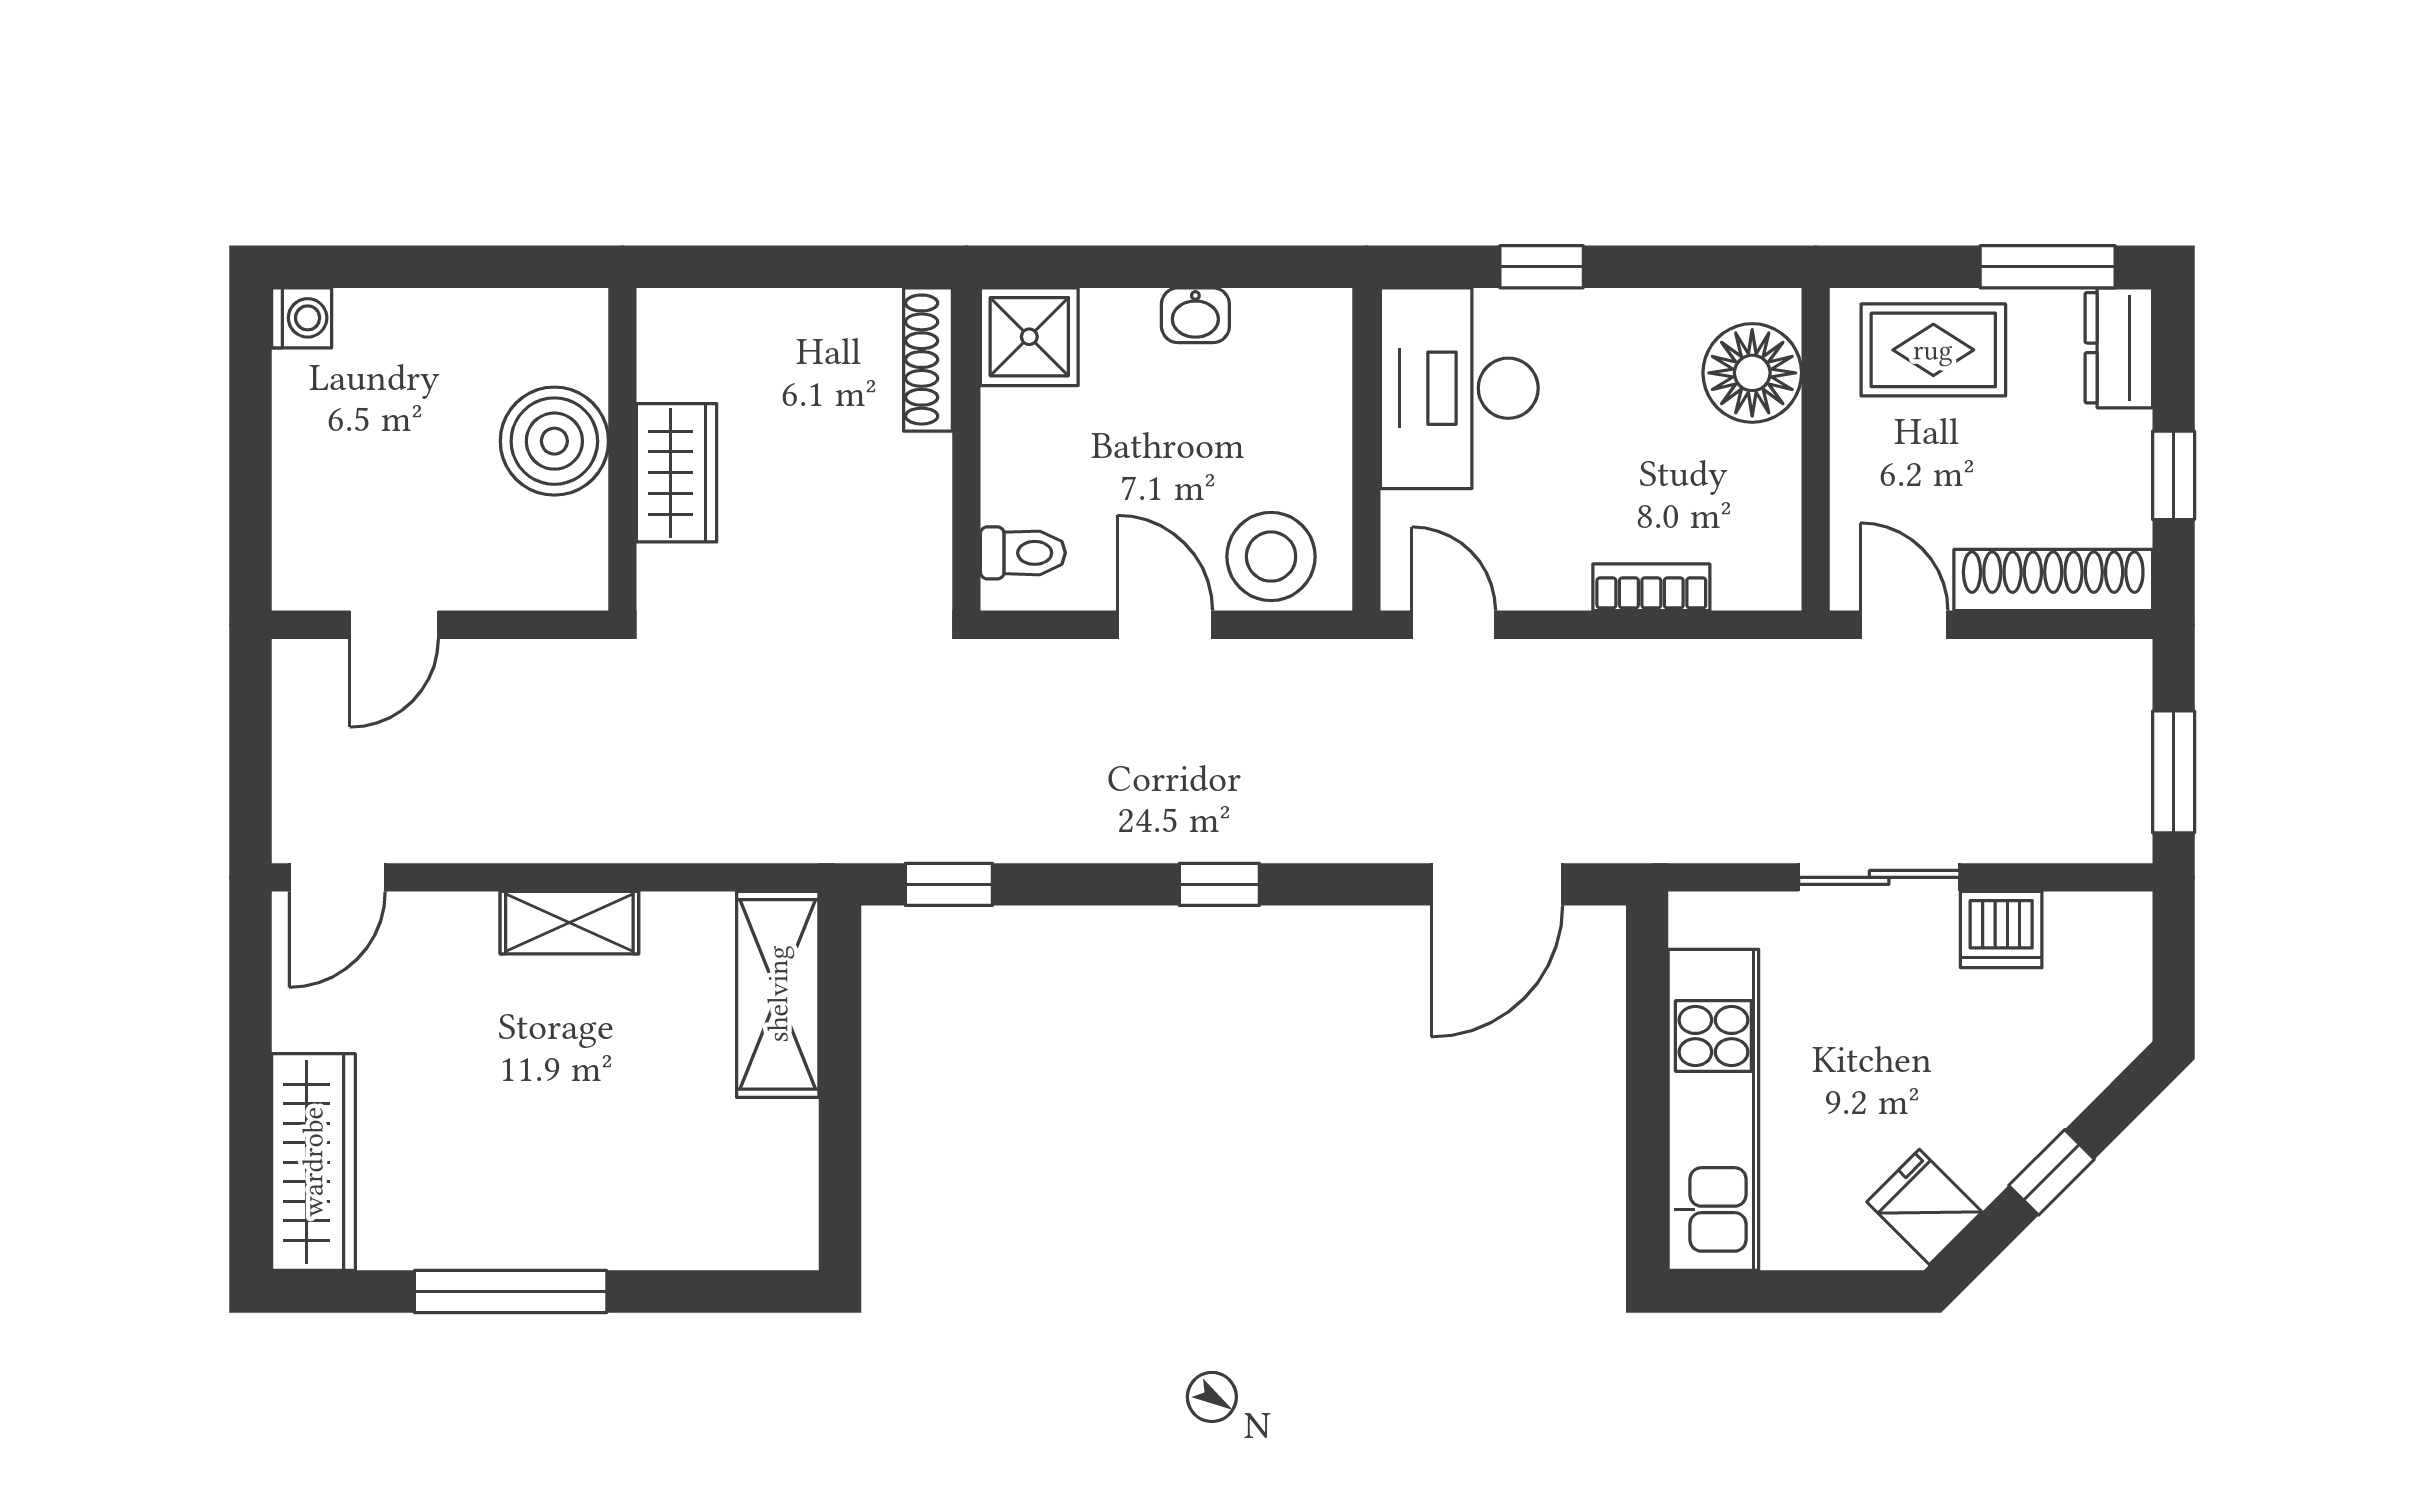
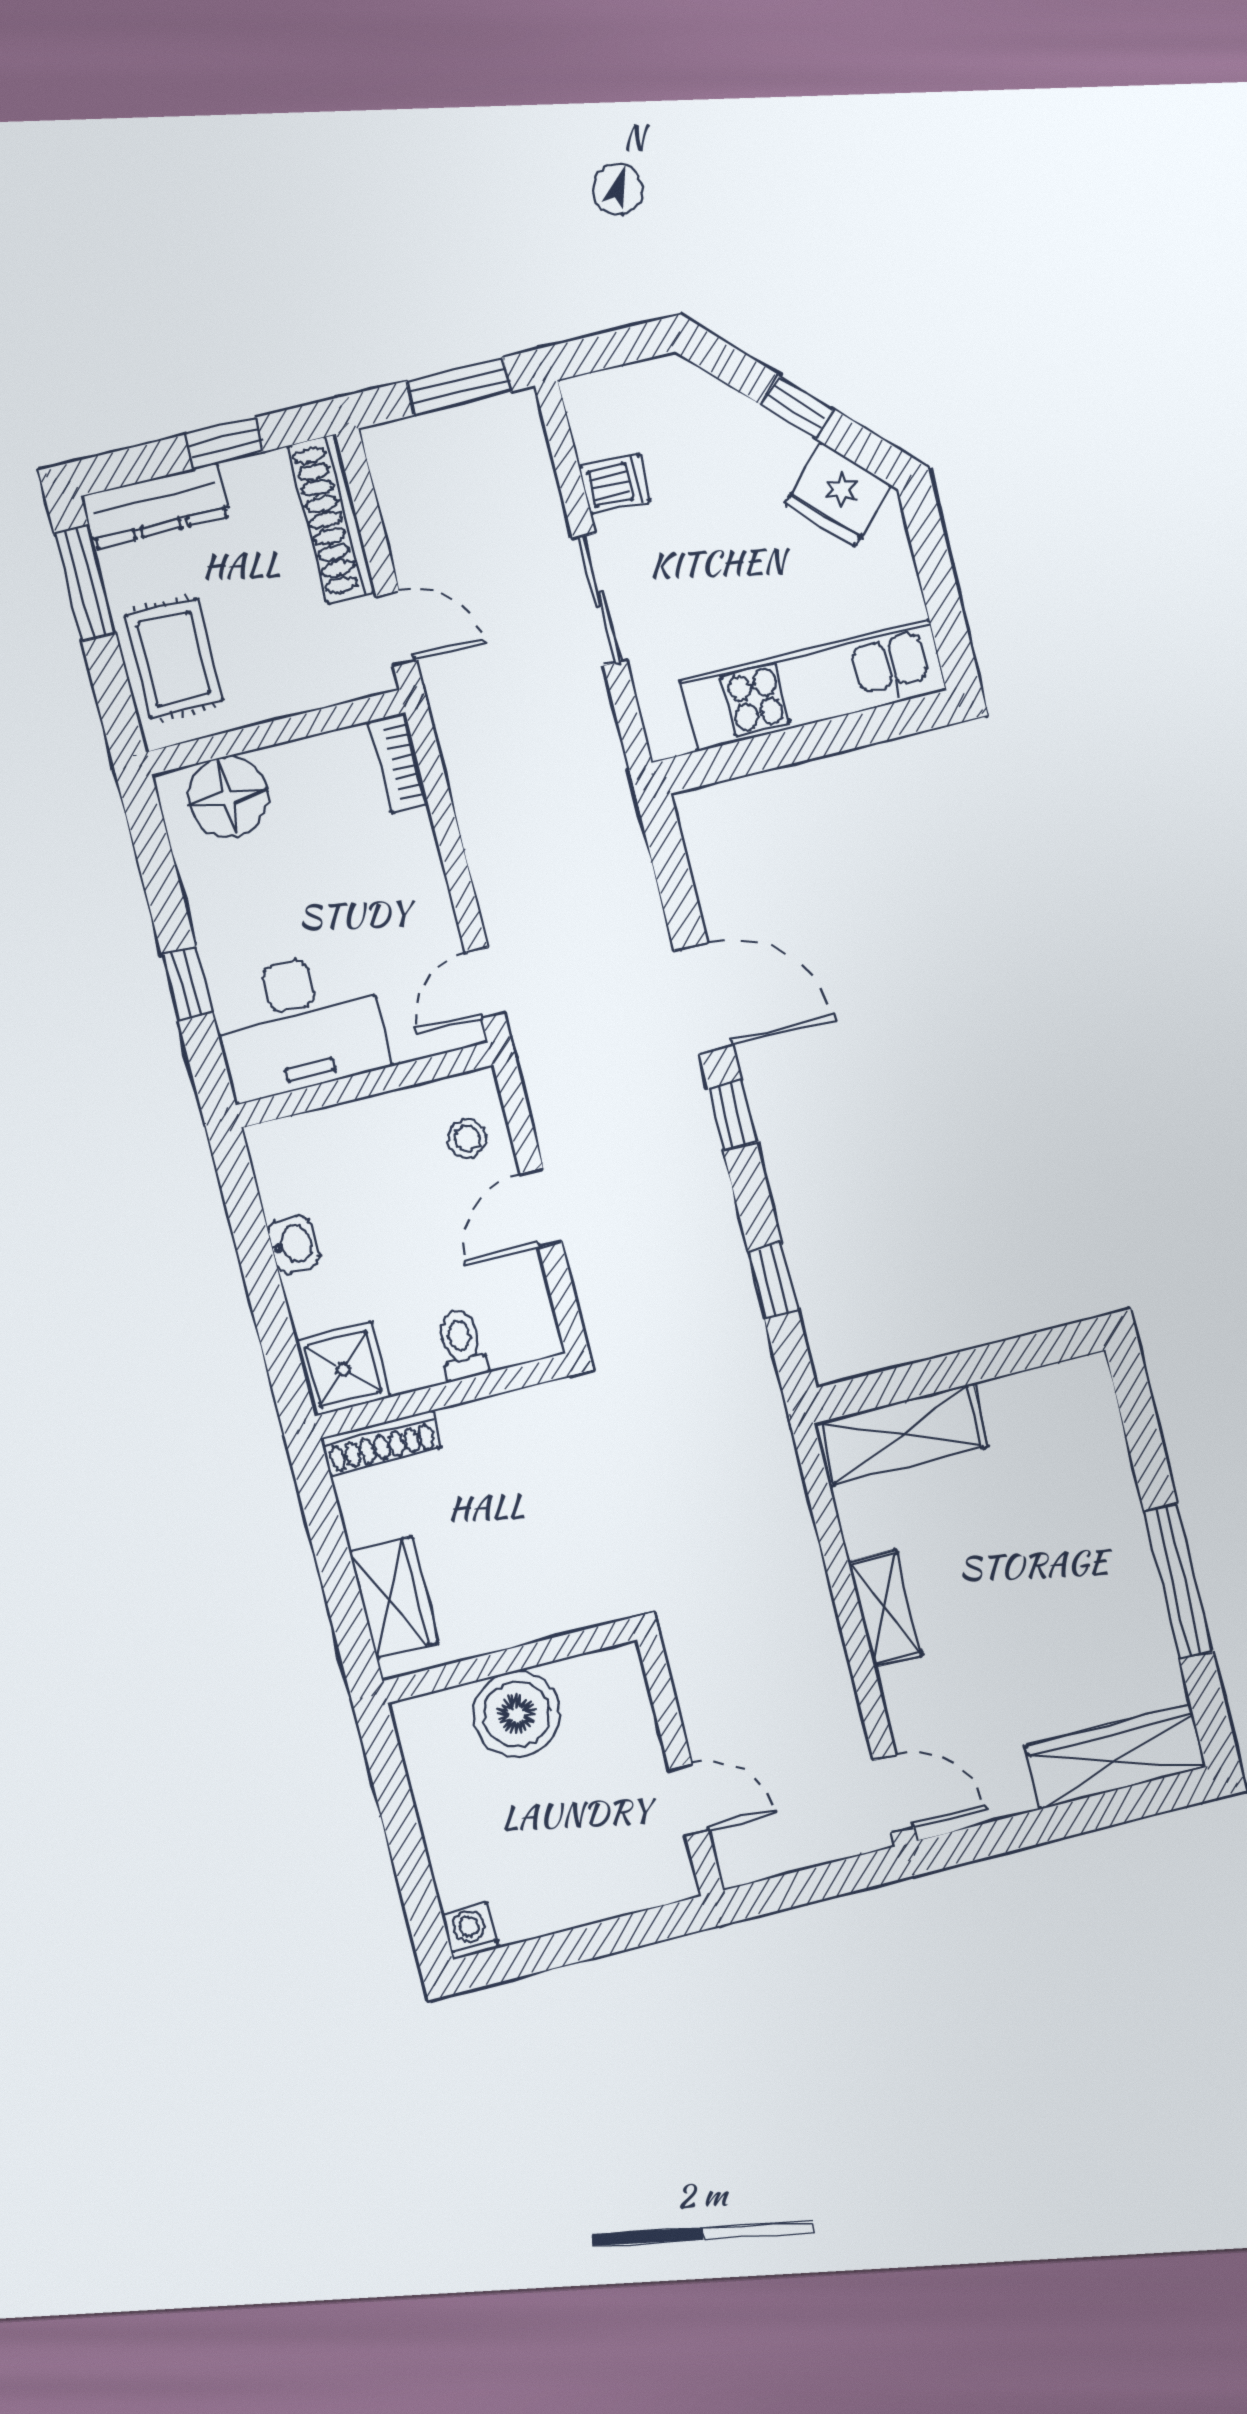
dresser: (2119, 348) -> (156, 506), width x1.44
wardrobe: (677, 473) -> (394, 1597), moved, turned 90
toilet: (1023, 553) -> (462, 1345), moved
stool: (1271, 557) -> (467, 1138), width x0.53, depth x0.53
bookcase: (1651, 587) -> (399, 763), moved
door: (1904, 625) -> (396, 628), swing flipped
window: (949, 884) -> (773, 1280), moved
door: (1497, 884) -> (703, 998), moved
dishwasher: (2001, 930) -> (614, 484), width x0.73
fridge: (1924, 1207) -> (839, 495), width x1.38

